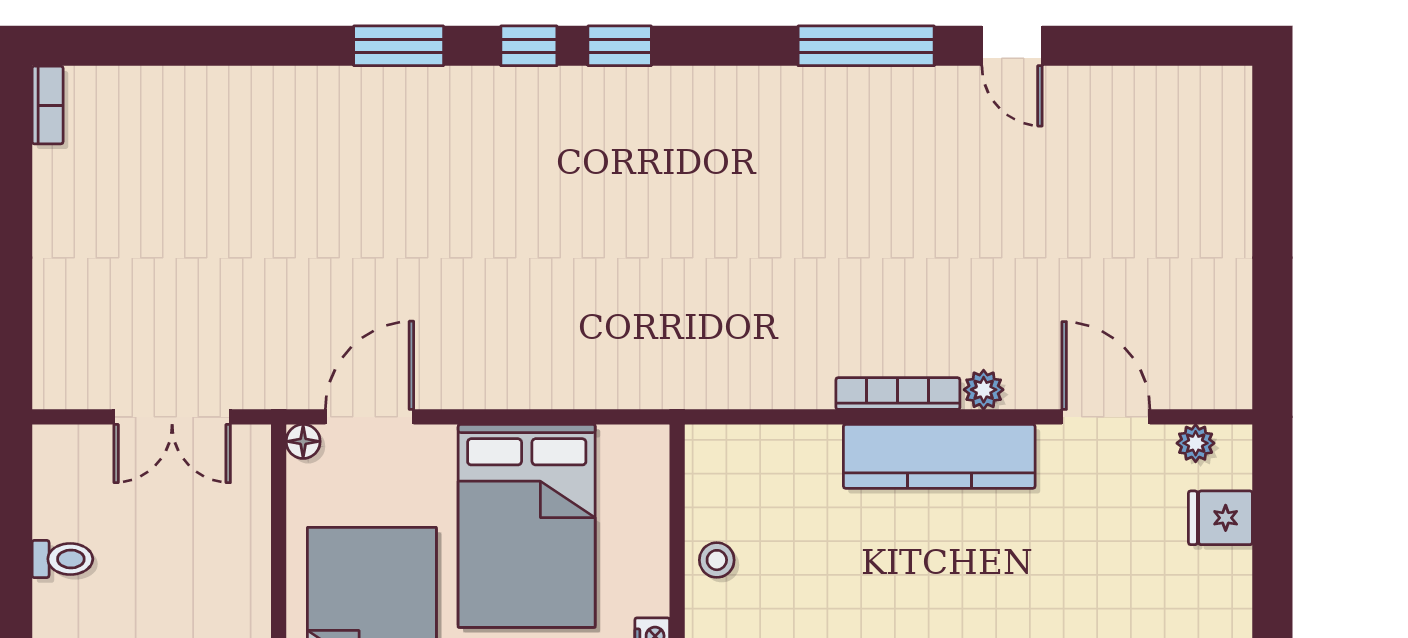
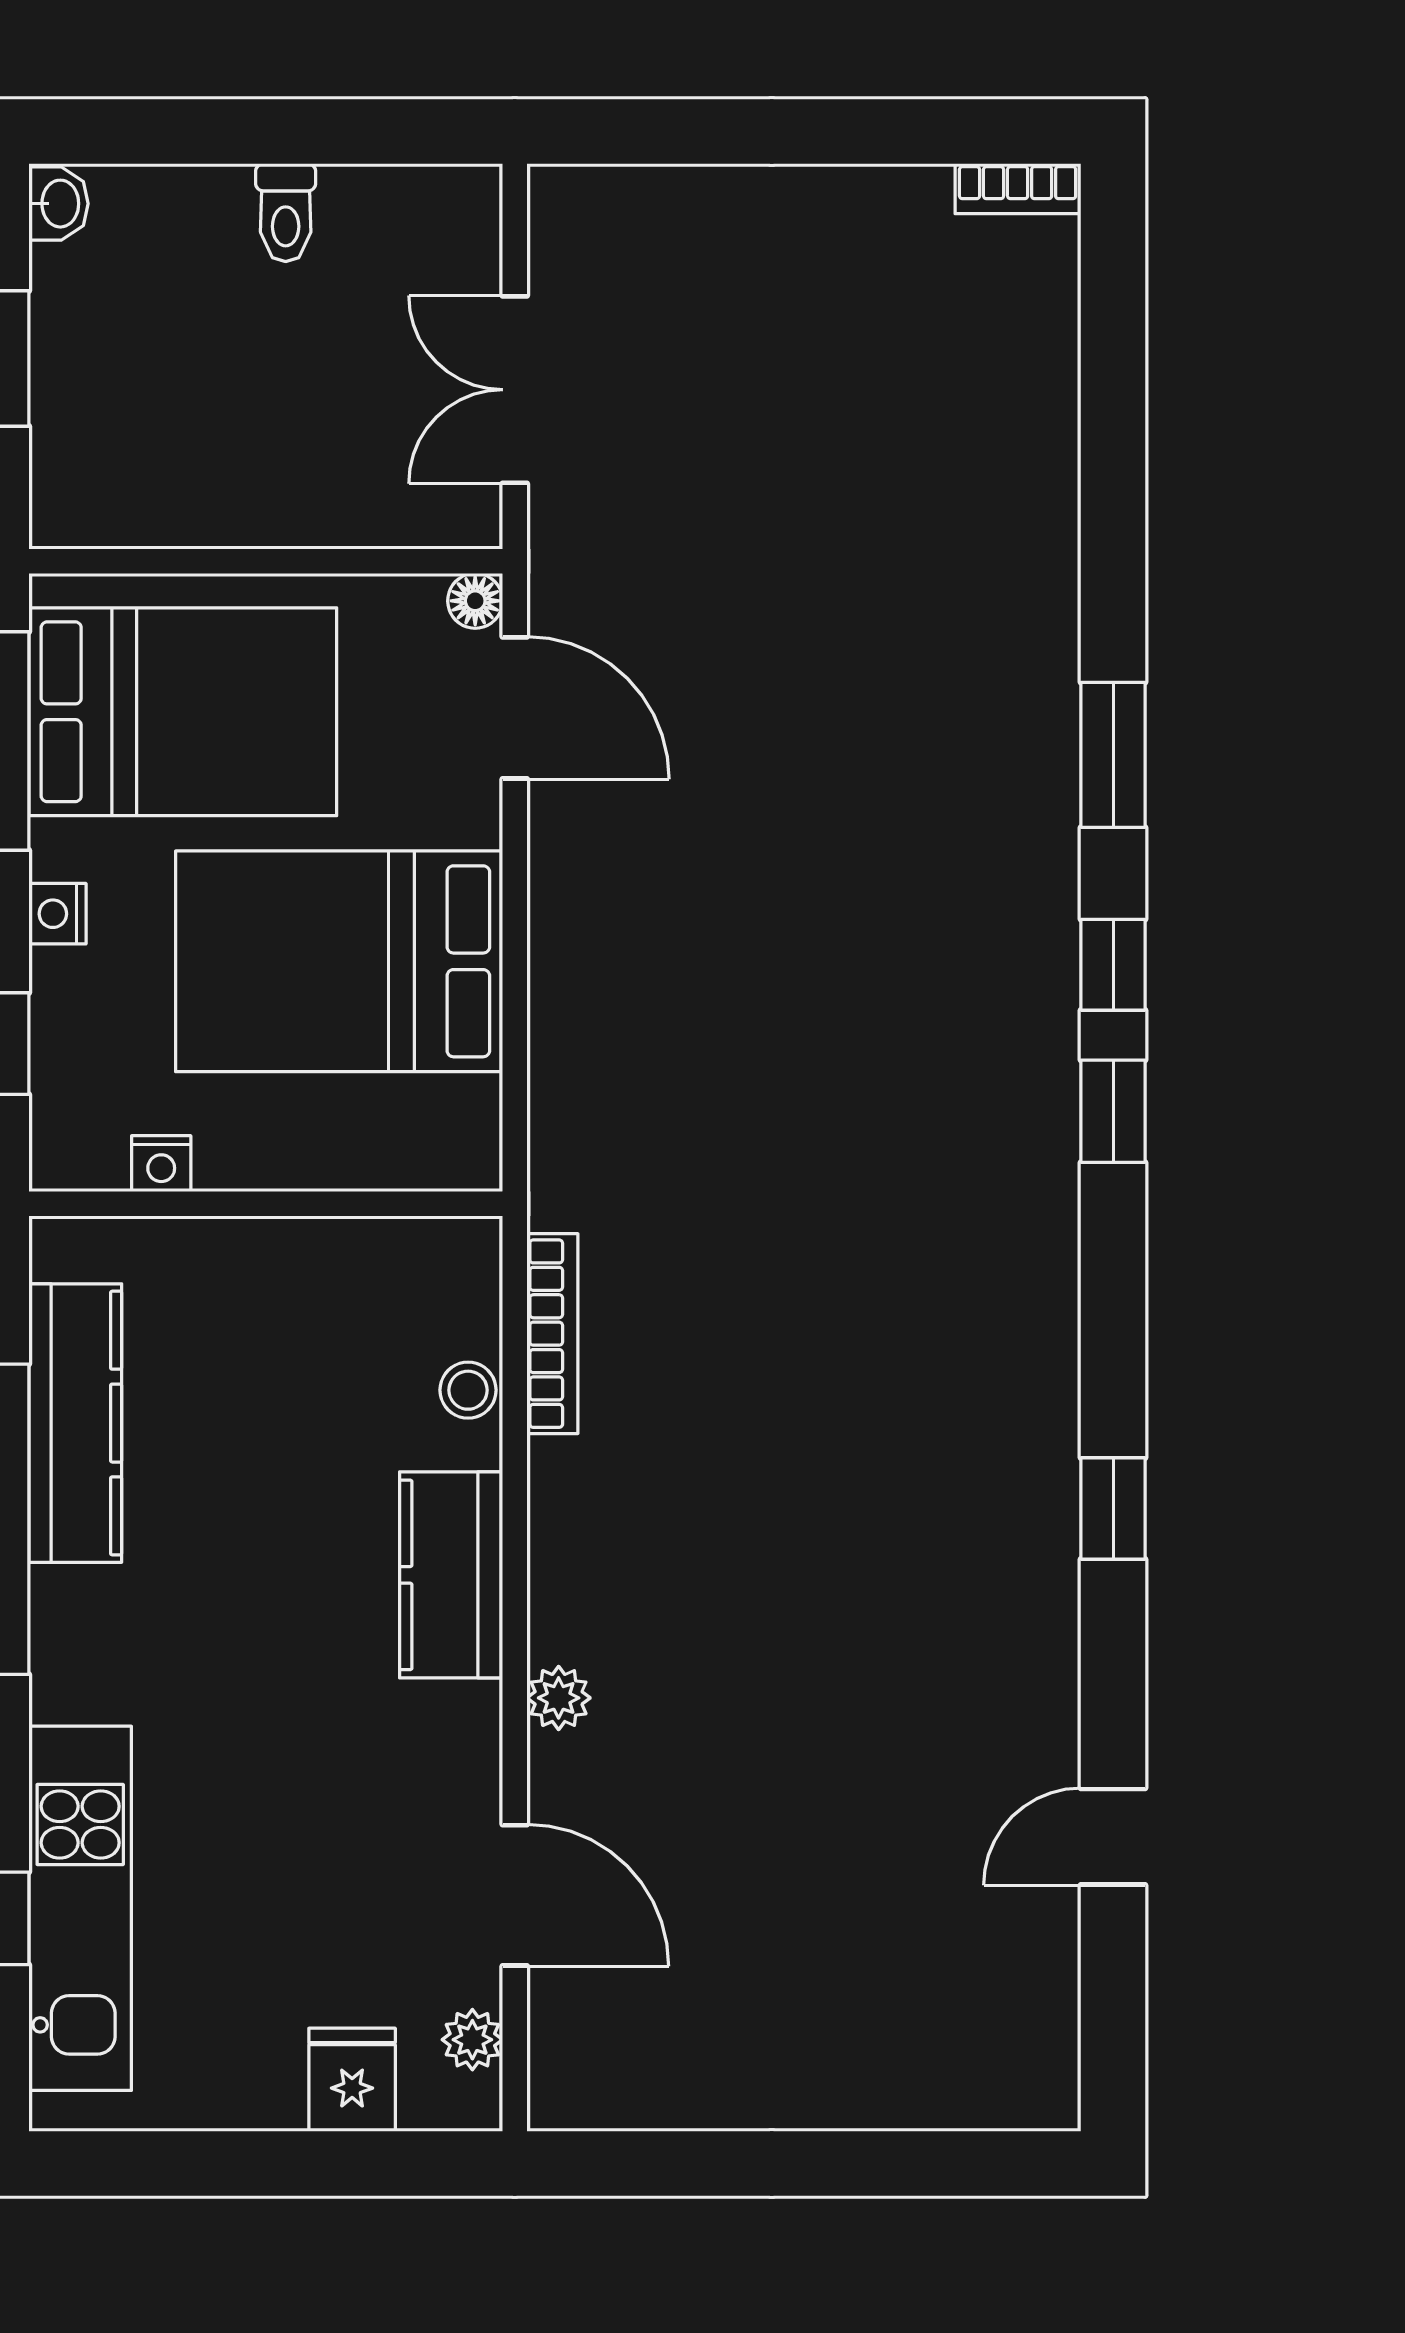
window: (866, 46) -> (1113, 1509), width x0.46
door: (1012, 46) -> (1113, 1837), moved
bookcase: (898, 394) -> (552, 1334), moved
door: (1106, 417) -> (515, 1895), hinge flipped
kitchen counter: (939, 456) -> (451, 1575), width x0.67
stool: (717, 560) -> (468, 1390), moved

